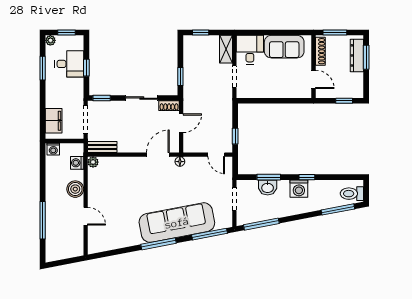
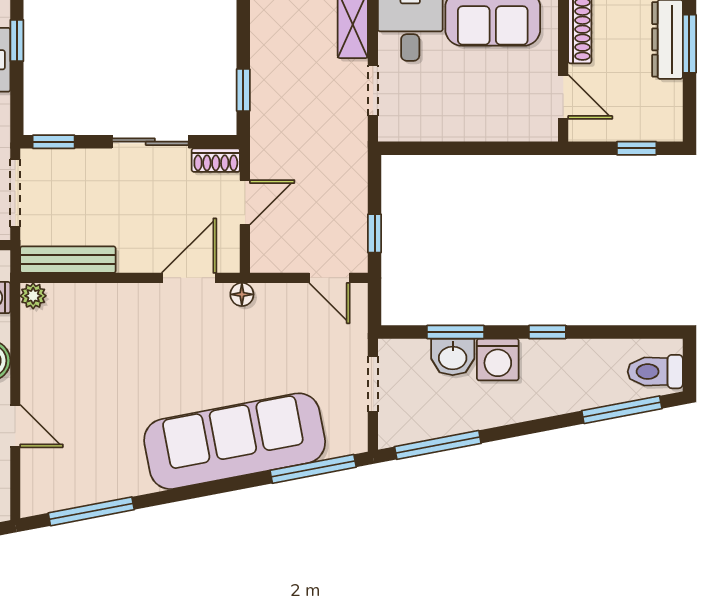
window: (86, 68) -> (17, 41), moved
bench: (102, 147) -> (68, 260), width x1.36
washing machine: (299, 189) -> (498, 360), moved
window: (159, 244) -> (91, 511), moved

